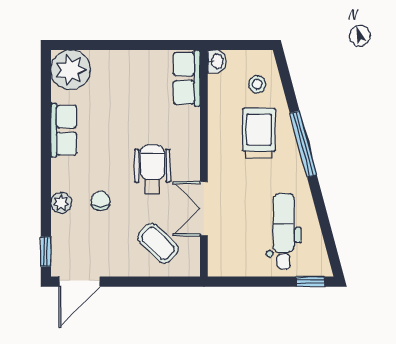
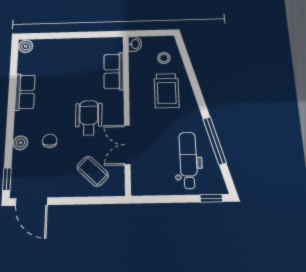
plant: (71, 70) -> (26, 46), width x0.53, depth x0.53
row of seats: (187, 78) -> (114, 71), moved
trolley: (259, 133) -> (167, 91), turned 180
window: (303, 144) -> (215, 141), moved
door: (79, 282) -> (31, 202), hinge flipped

